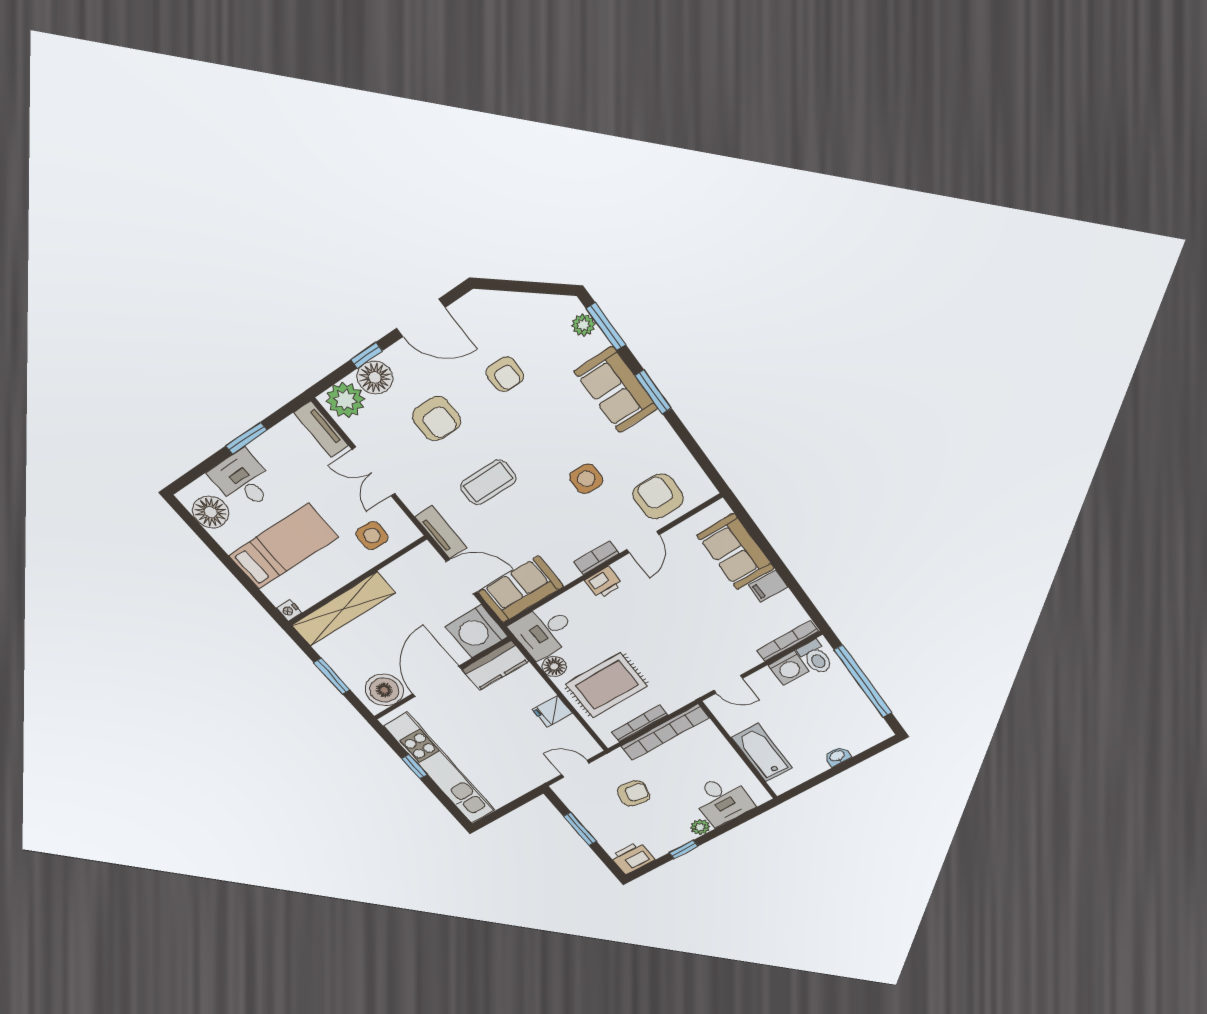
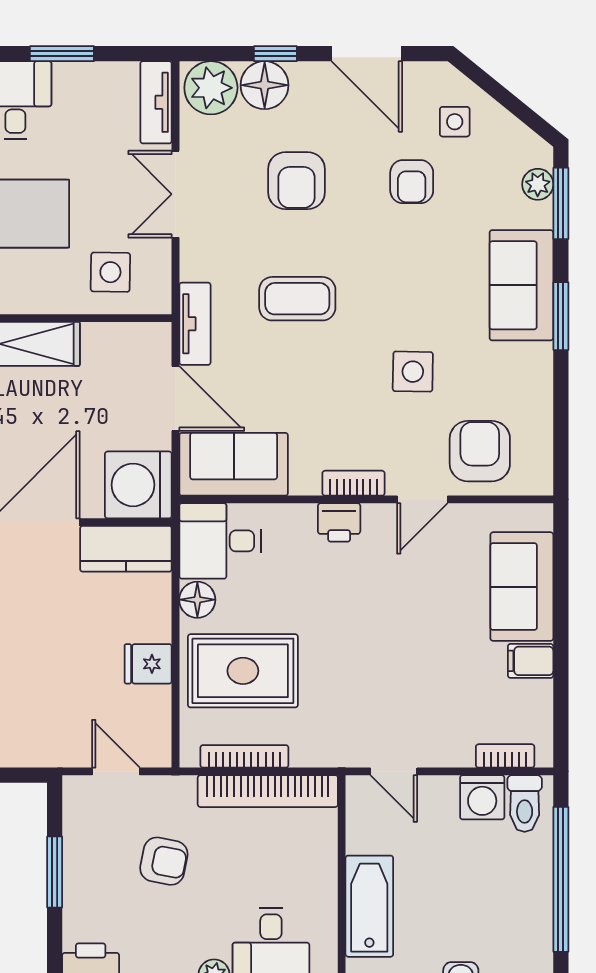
side table: (505, 322) -> (455, 122), added
bookcase: (787, 641) -> (505, 756), width x0.64

